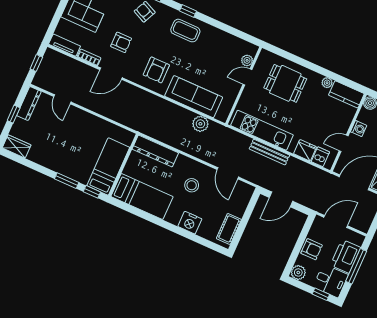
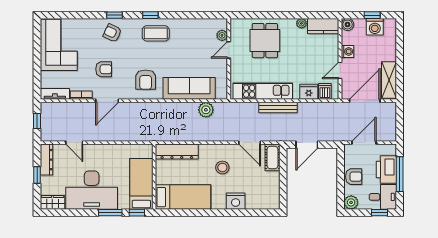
dining table: (285, 83) -> (265, 41), turned 90
desk: (59, 151) -> (92, 190), added
cot: (229, 229) -> (273, 157), moved

